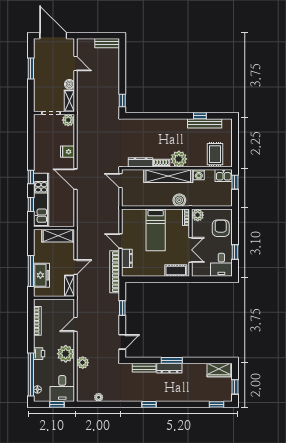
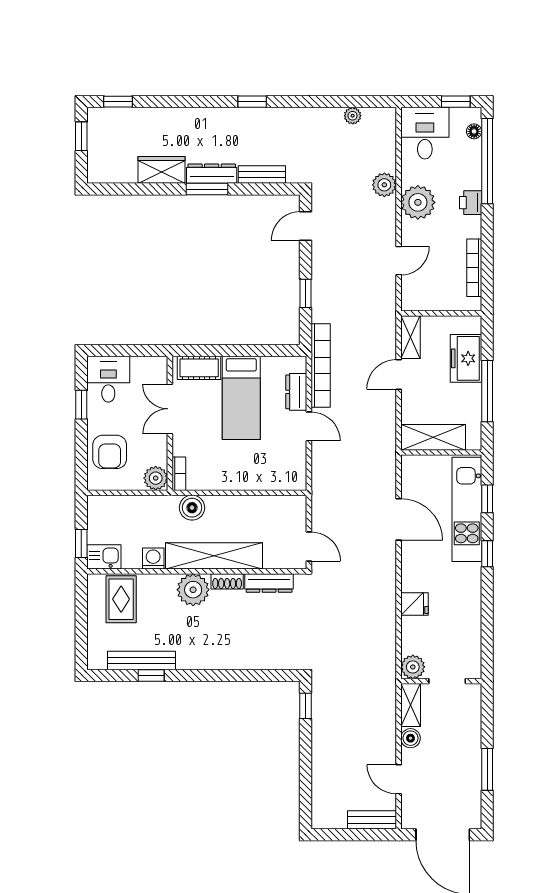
bench: (107, 43) -> (372, 820), moved
door: (75, 179) -> (399, 519), moved
bed: (156, 230) -> (241, 398), moved, turned 180
window: (31, 271) -> (487, 391), moved
wardrobe: (219, 370) -> (162, 170), moved
window: (57, 404) -> (456, 102), moved

